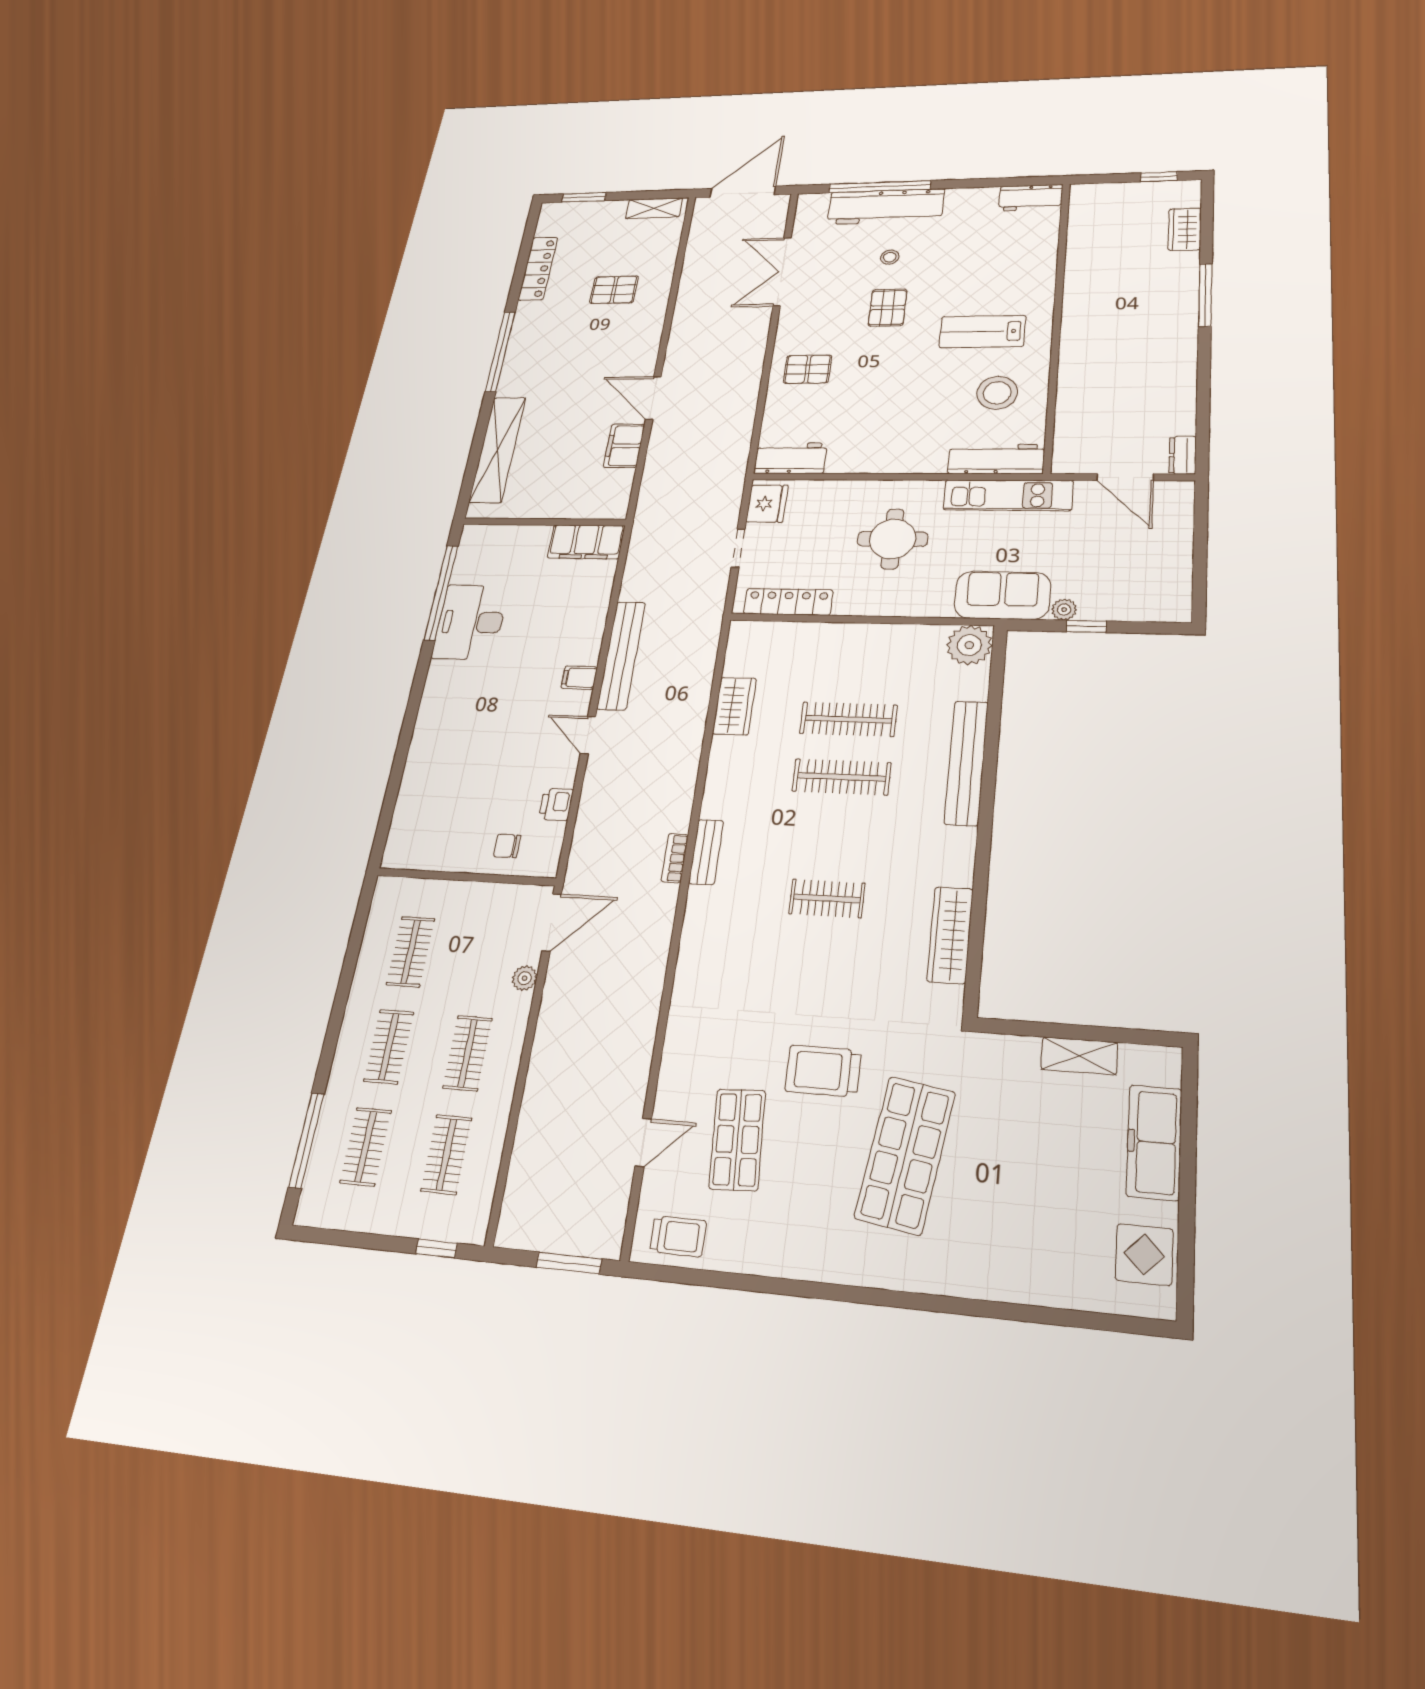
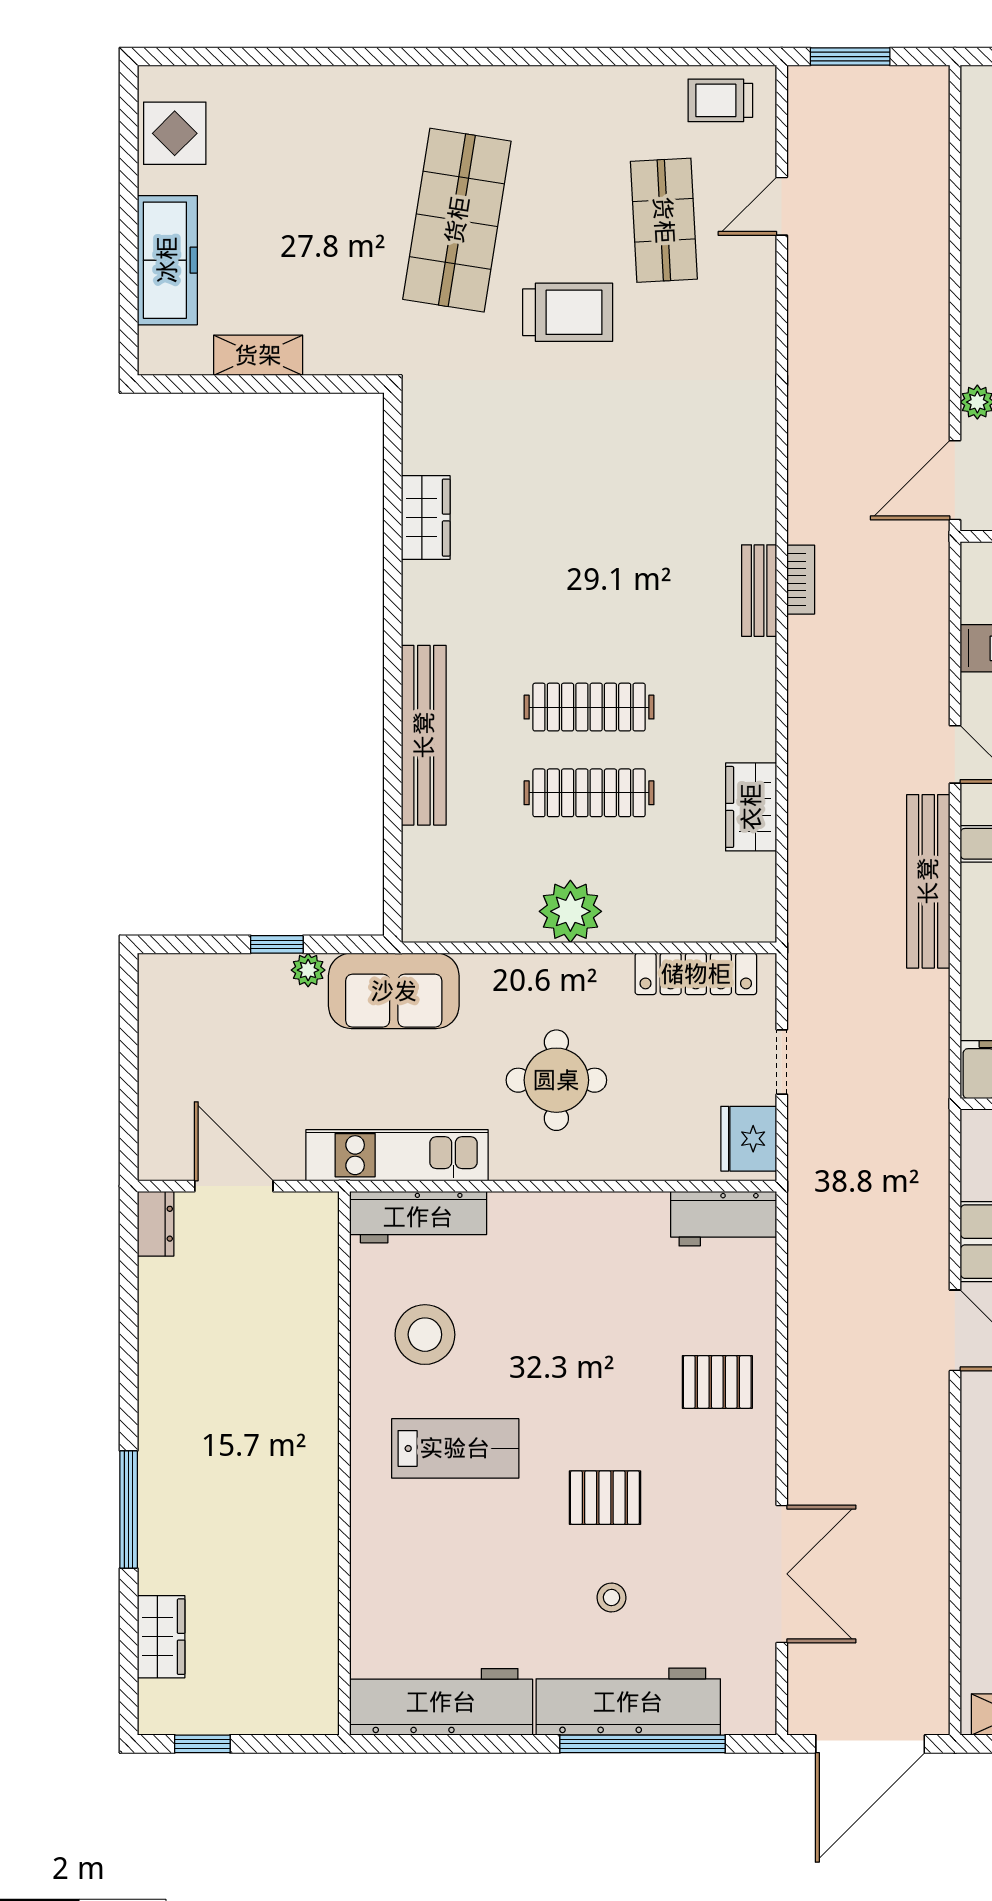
workbench: (1031, 198) -> (441, 1702), width x1.88, depth x1.32
pallet: (888, 308) -> (605, 1498), turned 90
plant: (969, 645) -> (570, 911), moved
clothes rail: (827, 898) -> (589, 536), removed
wardrobe: (950, 935) -> (426, 518), width x0.67

